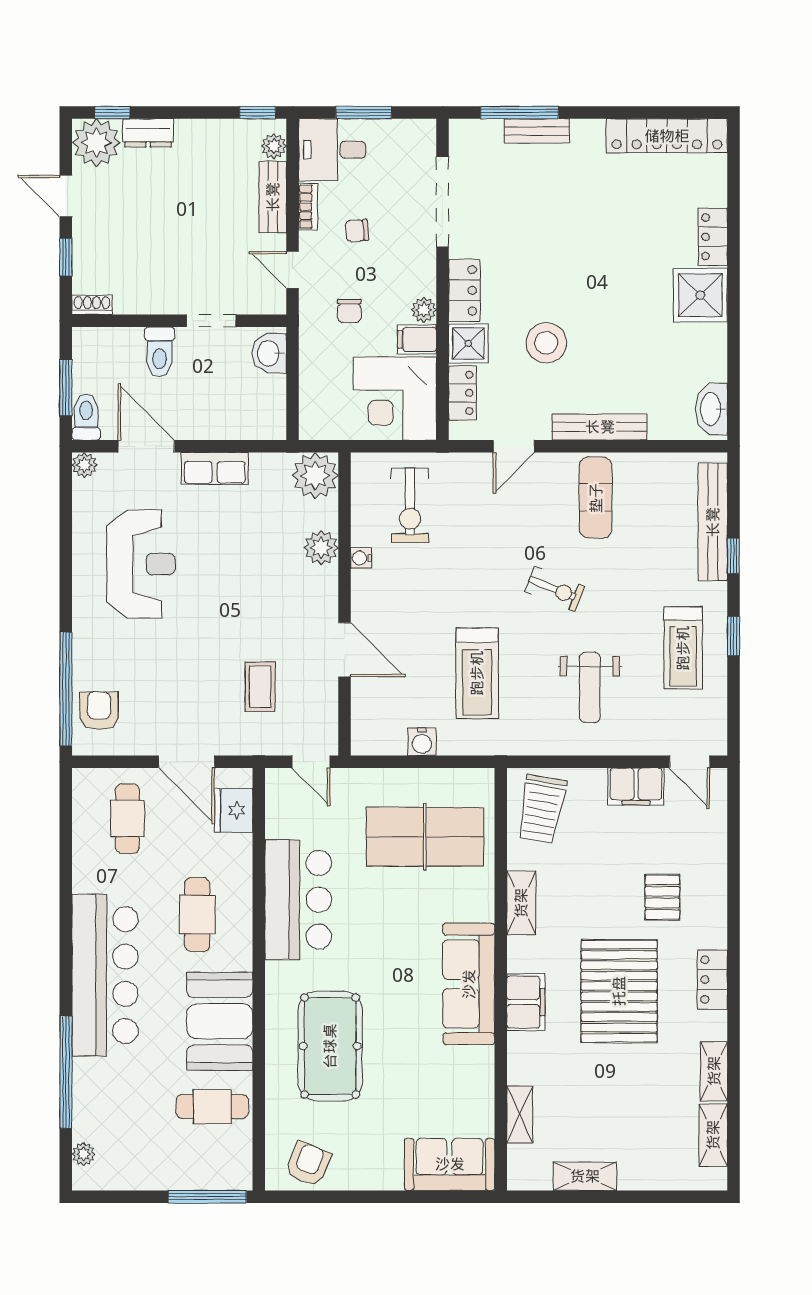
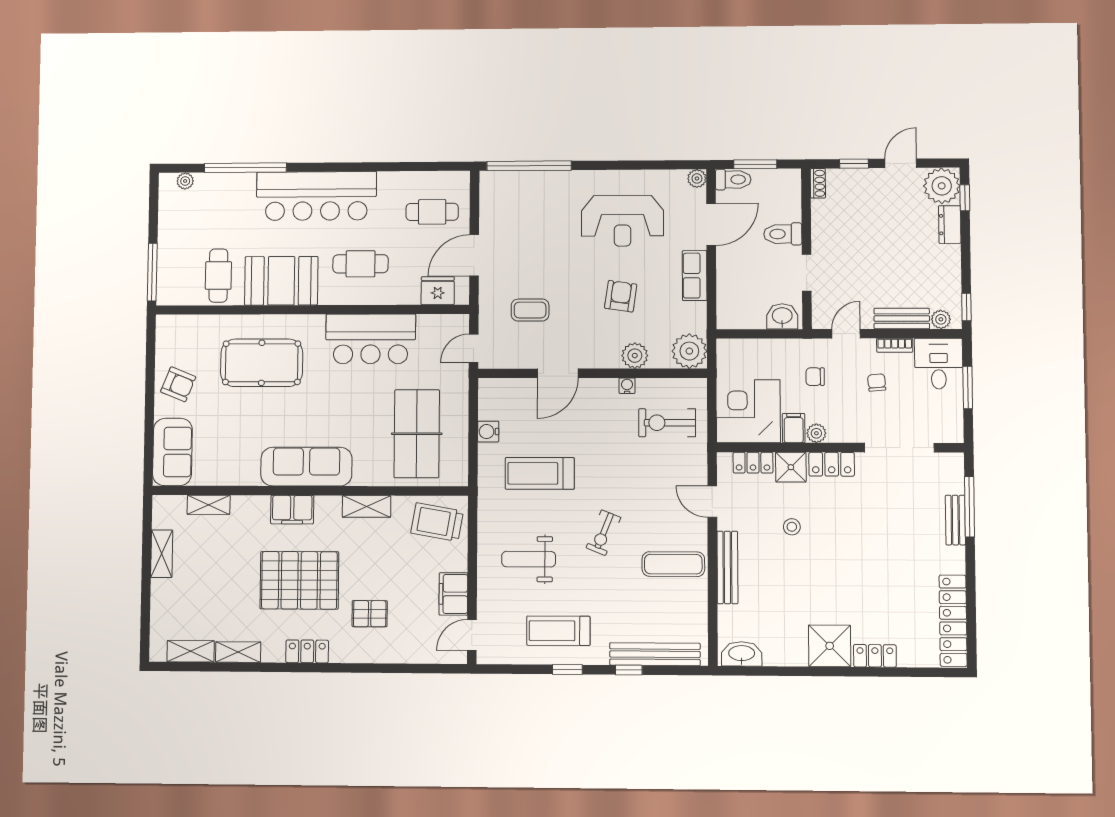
stool: (546, 343) -> (792, 527), width x0.53, depth x0.53
armchair: (99, 711) -> (621, 296), moved, turned -82
armchair: (308, 1164) -> (178, 384), moved

